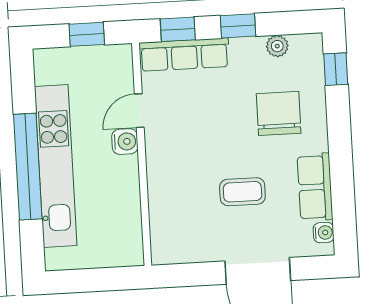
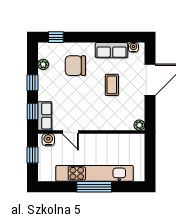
row of seats: (184, 55) -> (45, 116), width x0.68
water cooler: (125, 142) -> (48, 140), moved
window: (28, 167) -> (94, 187), width x0.68
plant: (162, 254) -> (139, 125), added

